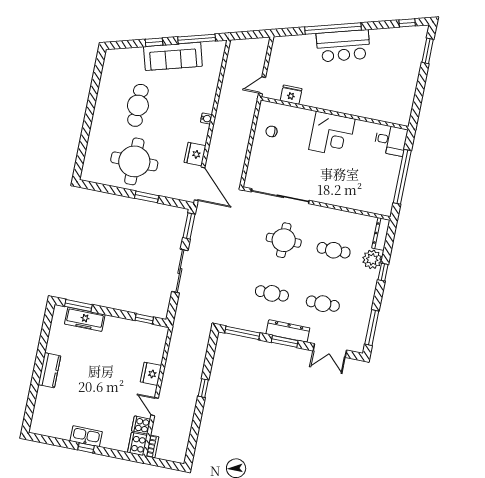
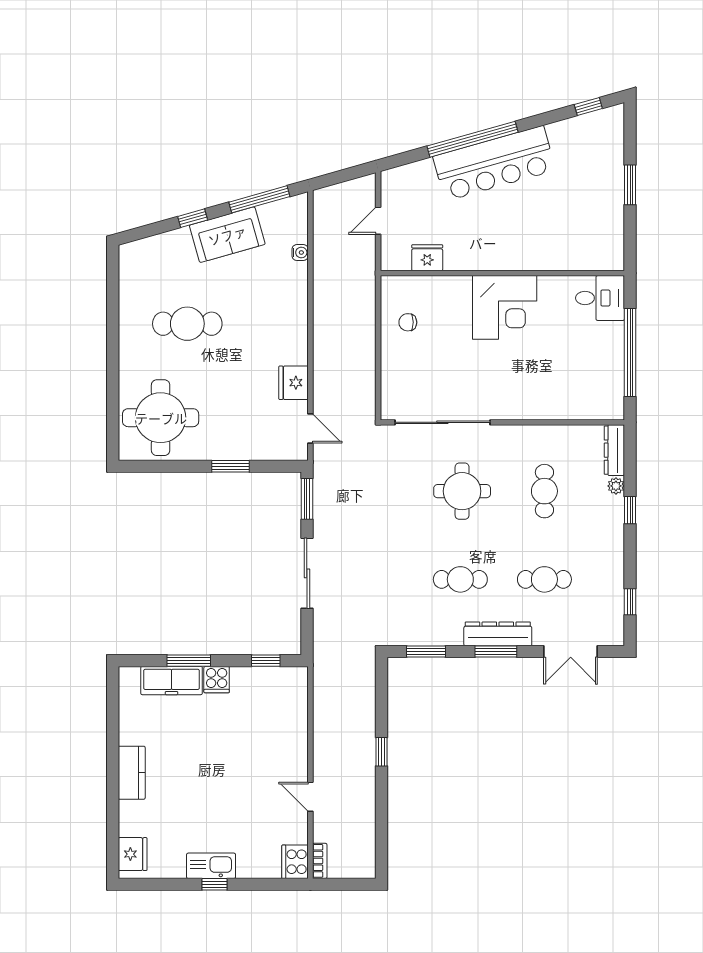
bar counter: (343, 46) -> (494, 163), width x1.36
window: (428, 51) -> (630, 185), moved
sofa: (173, 56) -> (227, 235), width x0.73
door: (262, 85) -> (378, 221), moved
cafe table: (138, 105) -> (187, 324), turned 90
water cooler: (206, 118) -> (300, 253), moved
round table: (134, 161) -> (161, 418), moved
door: (200, 184) -> (310, 429), width x0.53
cafe table: (334, 250) -> (544, 491), turned 90
plant: (372, 259) -> (616, 486), width x0.53, depth x0.53
window: (78, 306) -> (189, 661), moved
window: (372, 328) -> (630, 602), width x0.46
window: (242, 333) -> (426, 652), width x0.69
fridge: (151, 374) -> (133, 854), moved, turned 180
cooker: (141, 425) -> (217, 680), moved, turned -90

